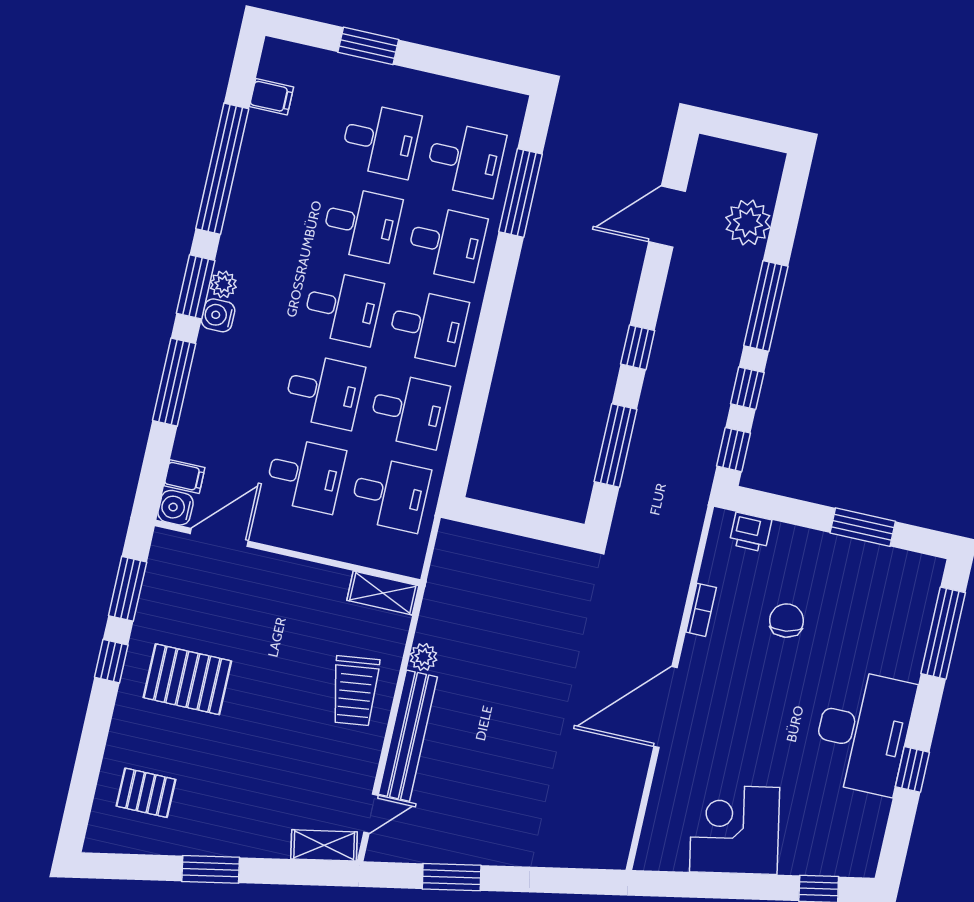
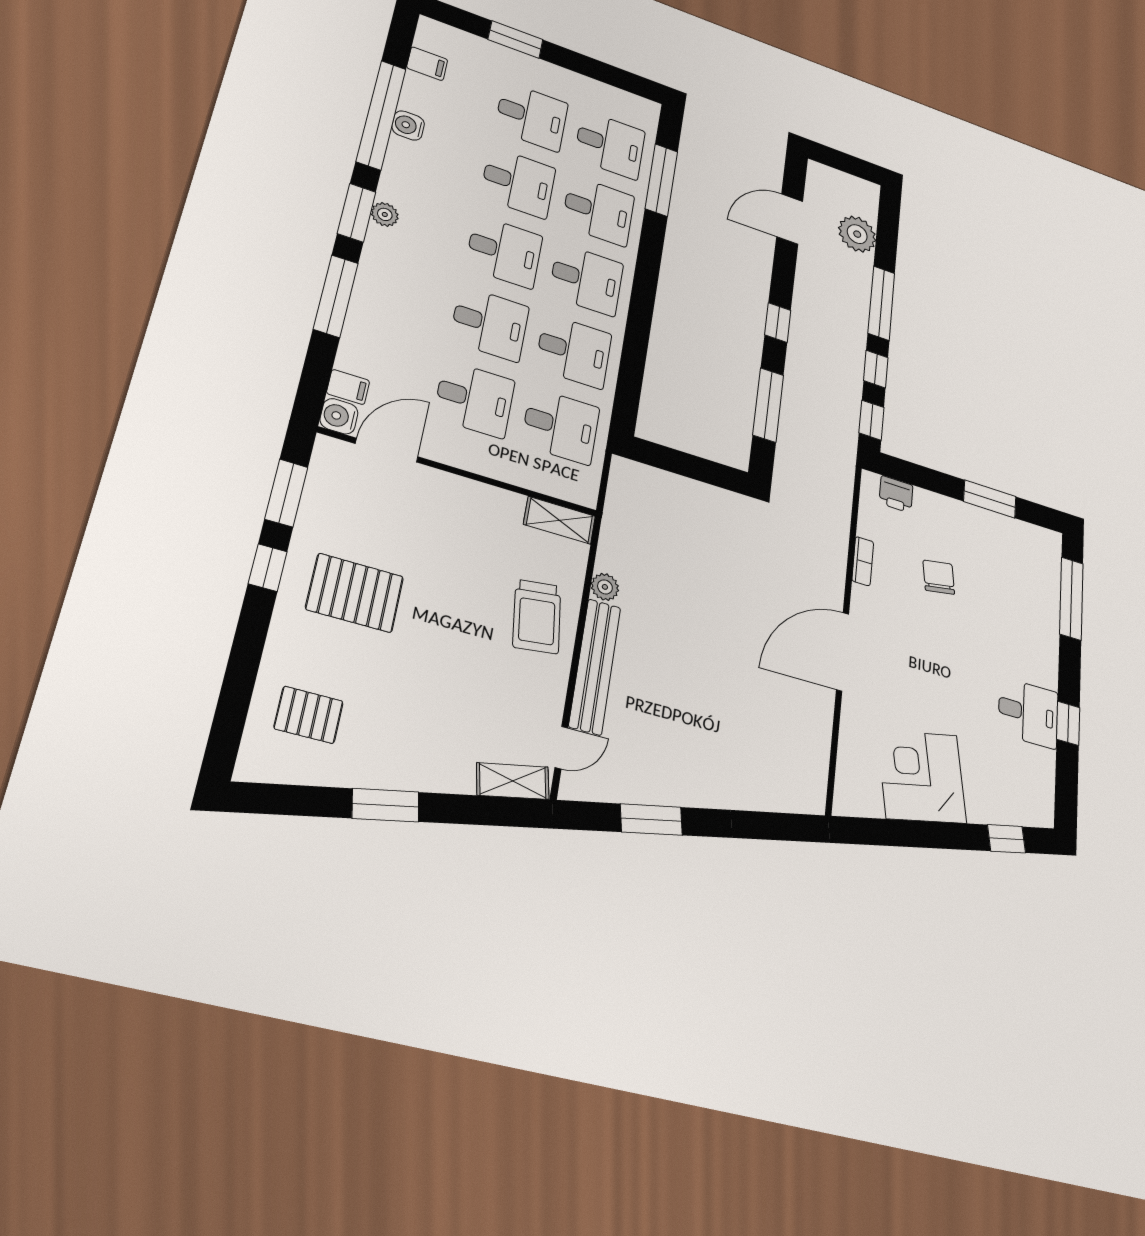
water cooler: (218, 315) -> (408, 126), moved
desk: (863, 732) -> (1028, 713), width x0.53, depth x0.77

